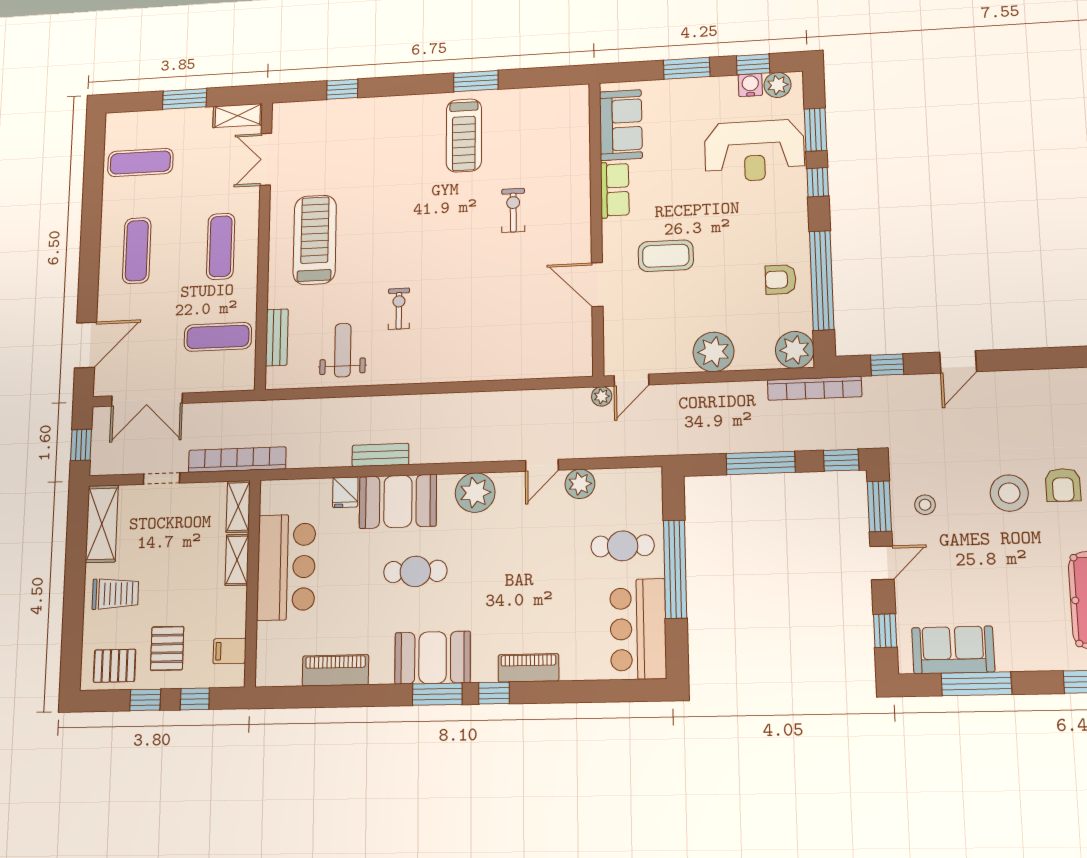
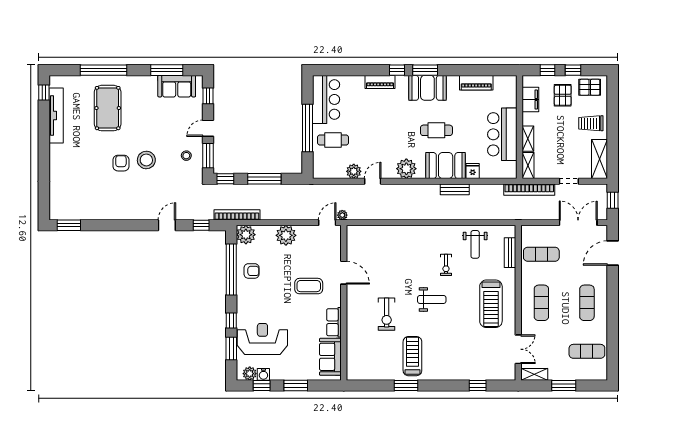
exercise bike: (513, 210) -> (387, 314), width x1.38, depth x1.39
weight bench: (427, 242) -> (432, 299), added
filing cabinet: (230, 651) -> (530, 100), width x2.00

